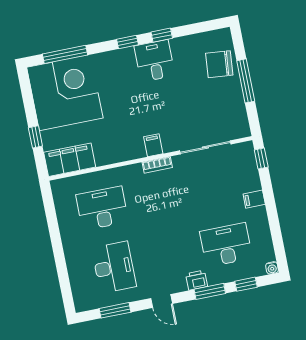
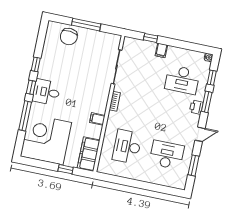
window: (65, 54) -> (25, 116), moved
desk: (155, 61) -> (46, 92), moved
filing cabinet: (153, 145) -> (97, 119), moved
window: (261, 159) -> (151, 38), moved
desk: (226, 245) -> (182, 80), turned -90

